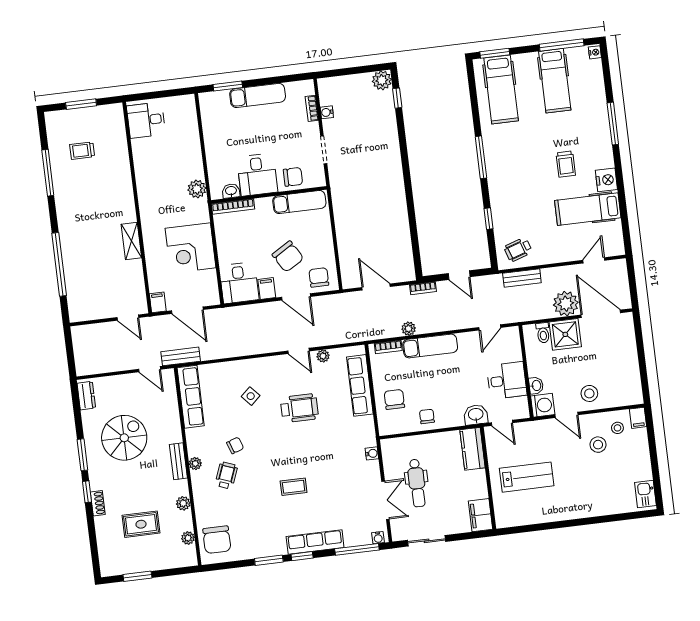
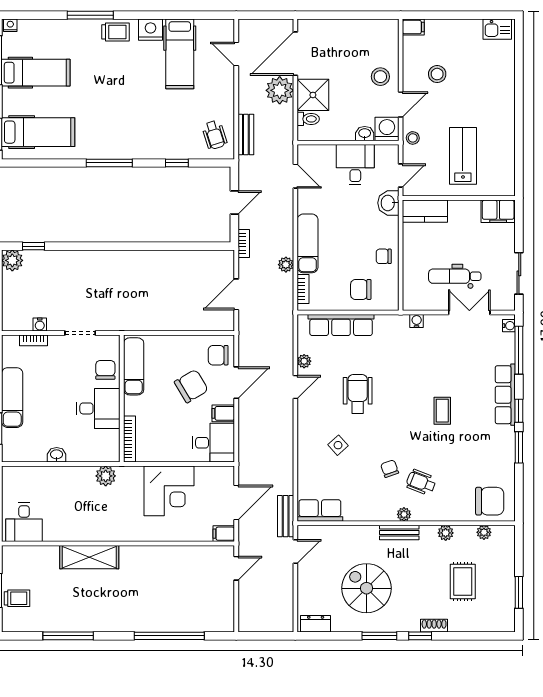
trolley: (82, 151) -> (17, 598), moved, turned -90
trolley: (566, 164) -> (115, 32), moved
washbasin: (231, 191) -> (57, 455), moved, turned 90
shelving: (131, 241) -> (89, 557), moved, width x1.50, depth x1.33
row of seats: (191, 397) -> (320, 510), width x0.68
stool: (617, 428) -> (413, 138), moved
dental chair: (417, 483) -> (455, 276), turned 180

